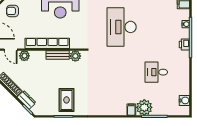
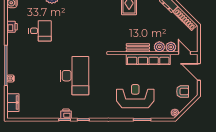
printer: (184, 44) -> (12, 27), moved
plant: (75, 56) -> (159, 47), moved

